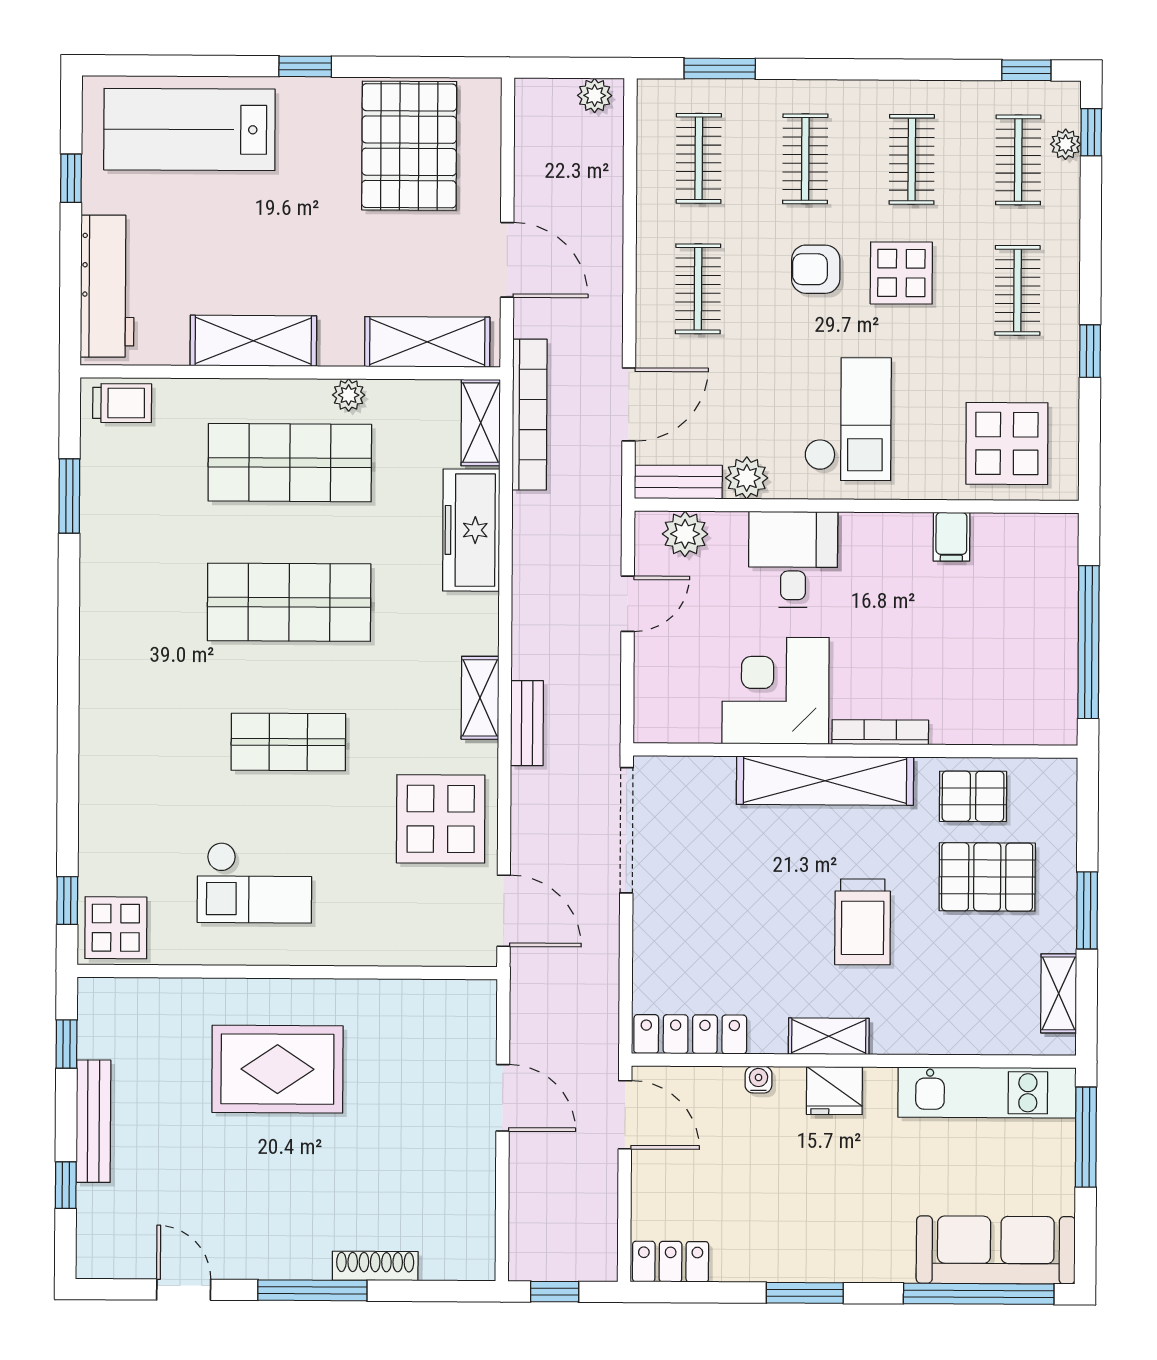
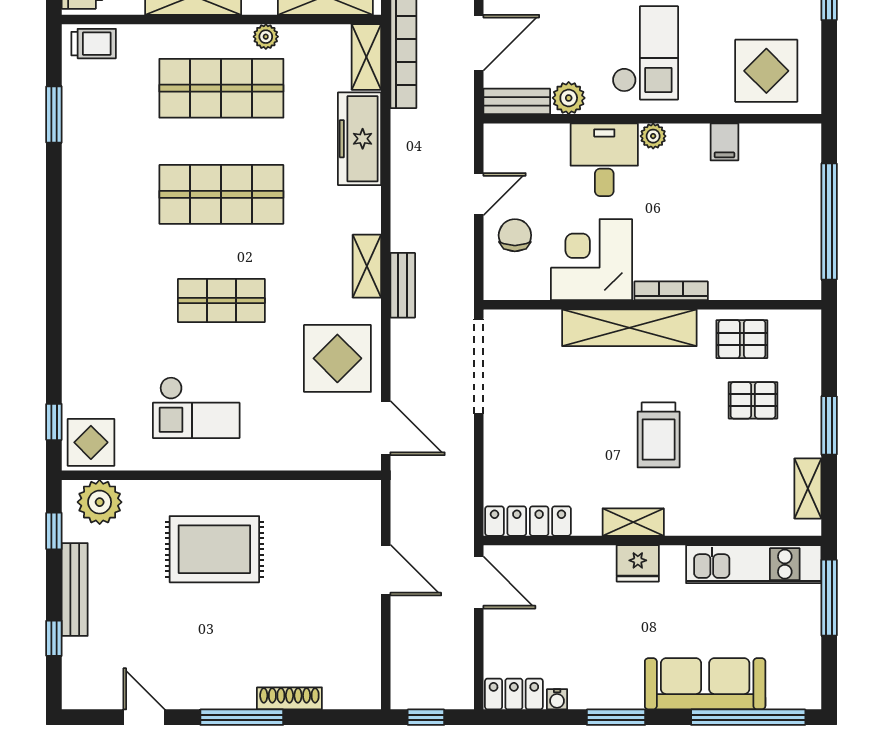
plant: (685, 534) -> (653, 136), moved, width x0.73, depth x0.73
chair: (675, 658) -> (515, 235), added
pallet: (987, 877) -> (753, 400), width x0.67, depth x0.71
plant: (127, 1006) -> (100, 502), added
water cooler: (759, 1080) -> (557, 699), moved, turned 180
sofa: (996, 1250) -> (705, 684), moved

